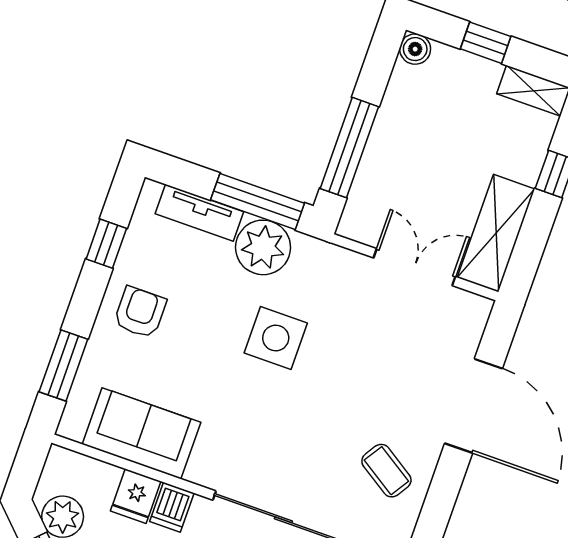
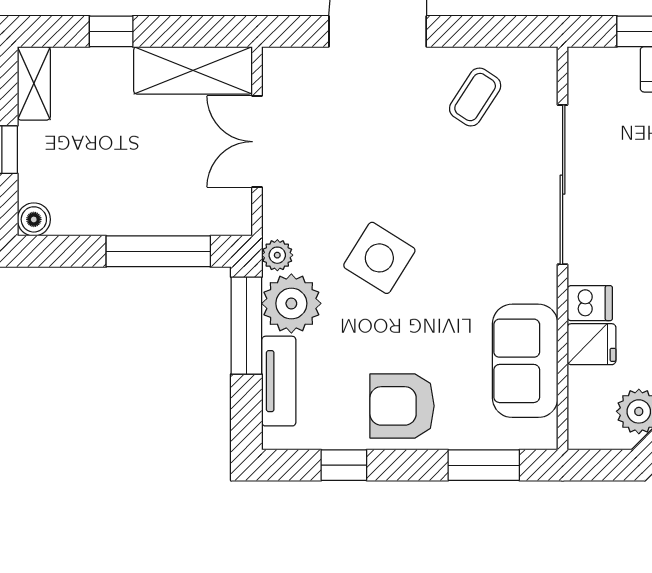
plant: (309, 250) -> (277, 255), added
armchair: (140, 312) -> (402, 406), width x1.38, depth x1.38
side table: (276, 338) -> (379, 258), turned 32

